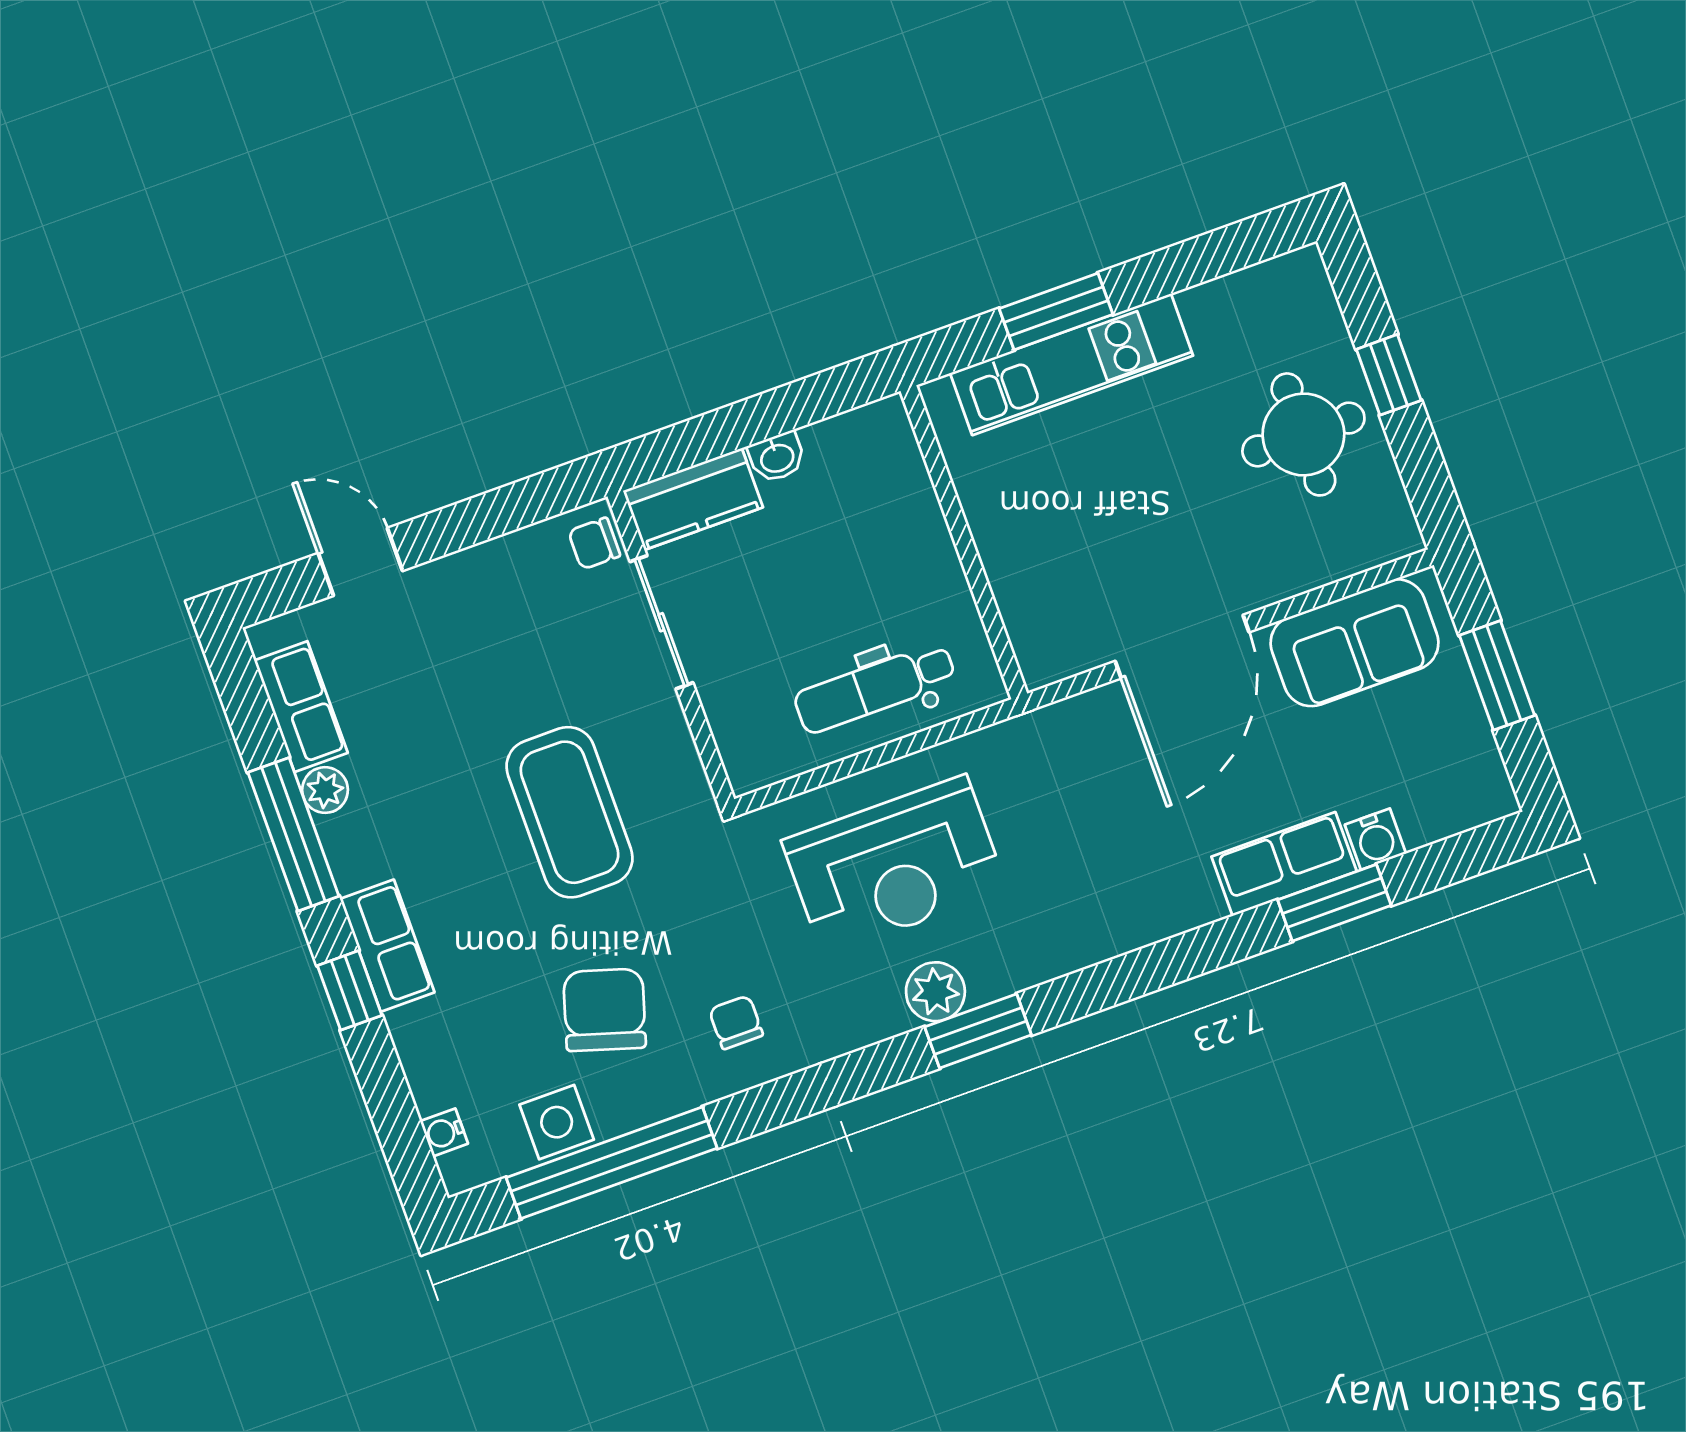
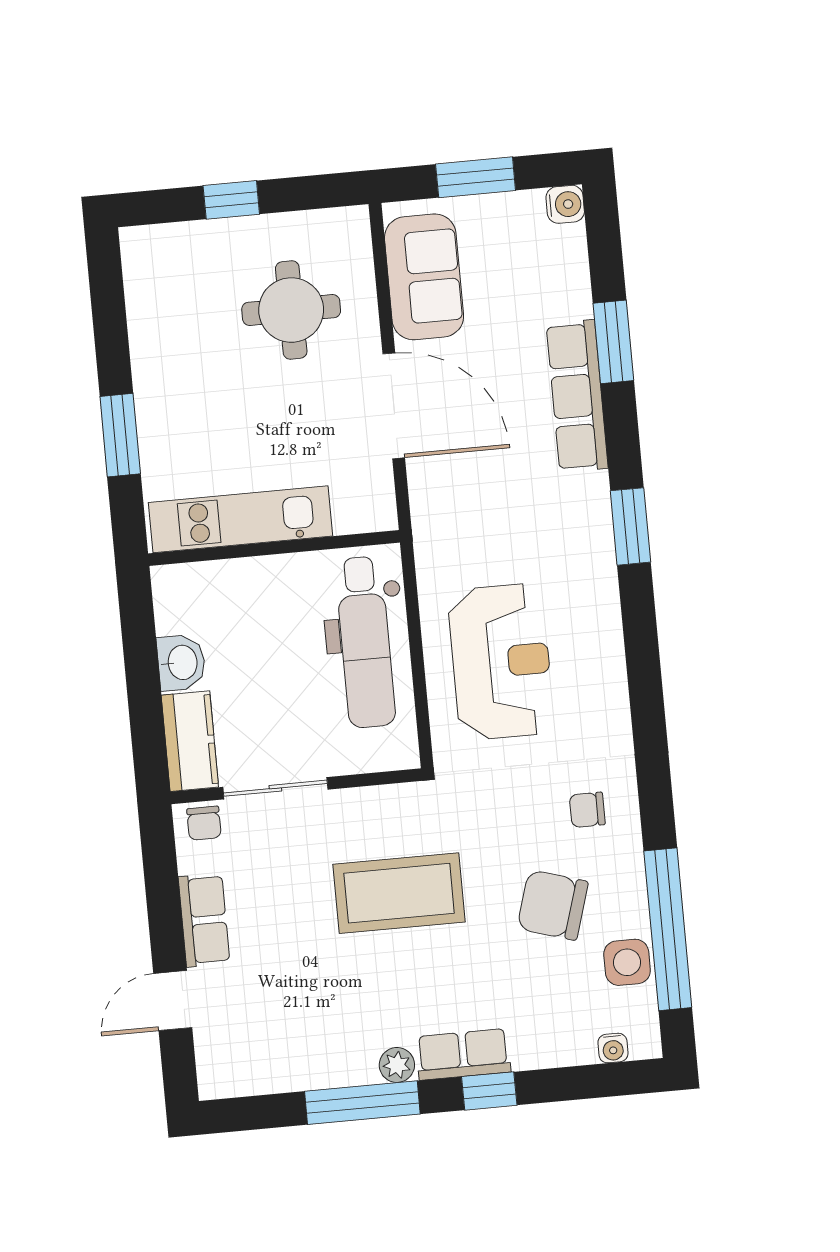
kitchen unit: (1071, 364) -> (241, 519), moved, turned -90
round table: (1303, 434) -> (291, 310), moved
washbasin: (777, 457) -> (181, 663), width x1.38, depth x1.45
dental chair: (875, 688) -> (365, 642), width x1.36, depth x1.38
row of seats: (301, 707) -> (204, 920), moved, turned 90
plant: (325, 790) -> (397, 1065), moved
water cooler: (1375, 839) -> (565, 204), moved
row of seats: (1284, 864) -> (577, 396), width x1.48
plant: (935, 992) -> (603, 656), removed
window: (978, 1031) -> (630, 526), moved

